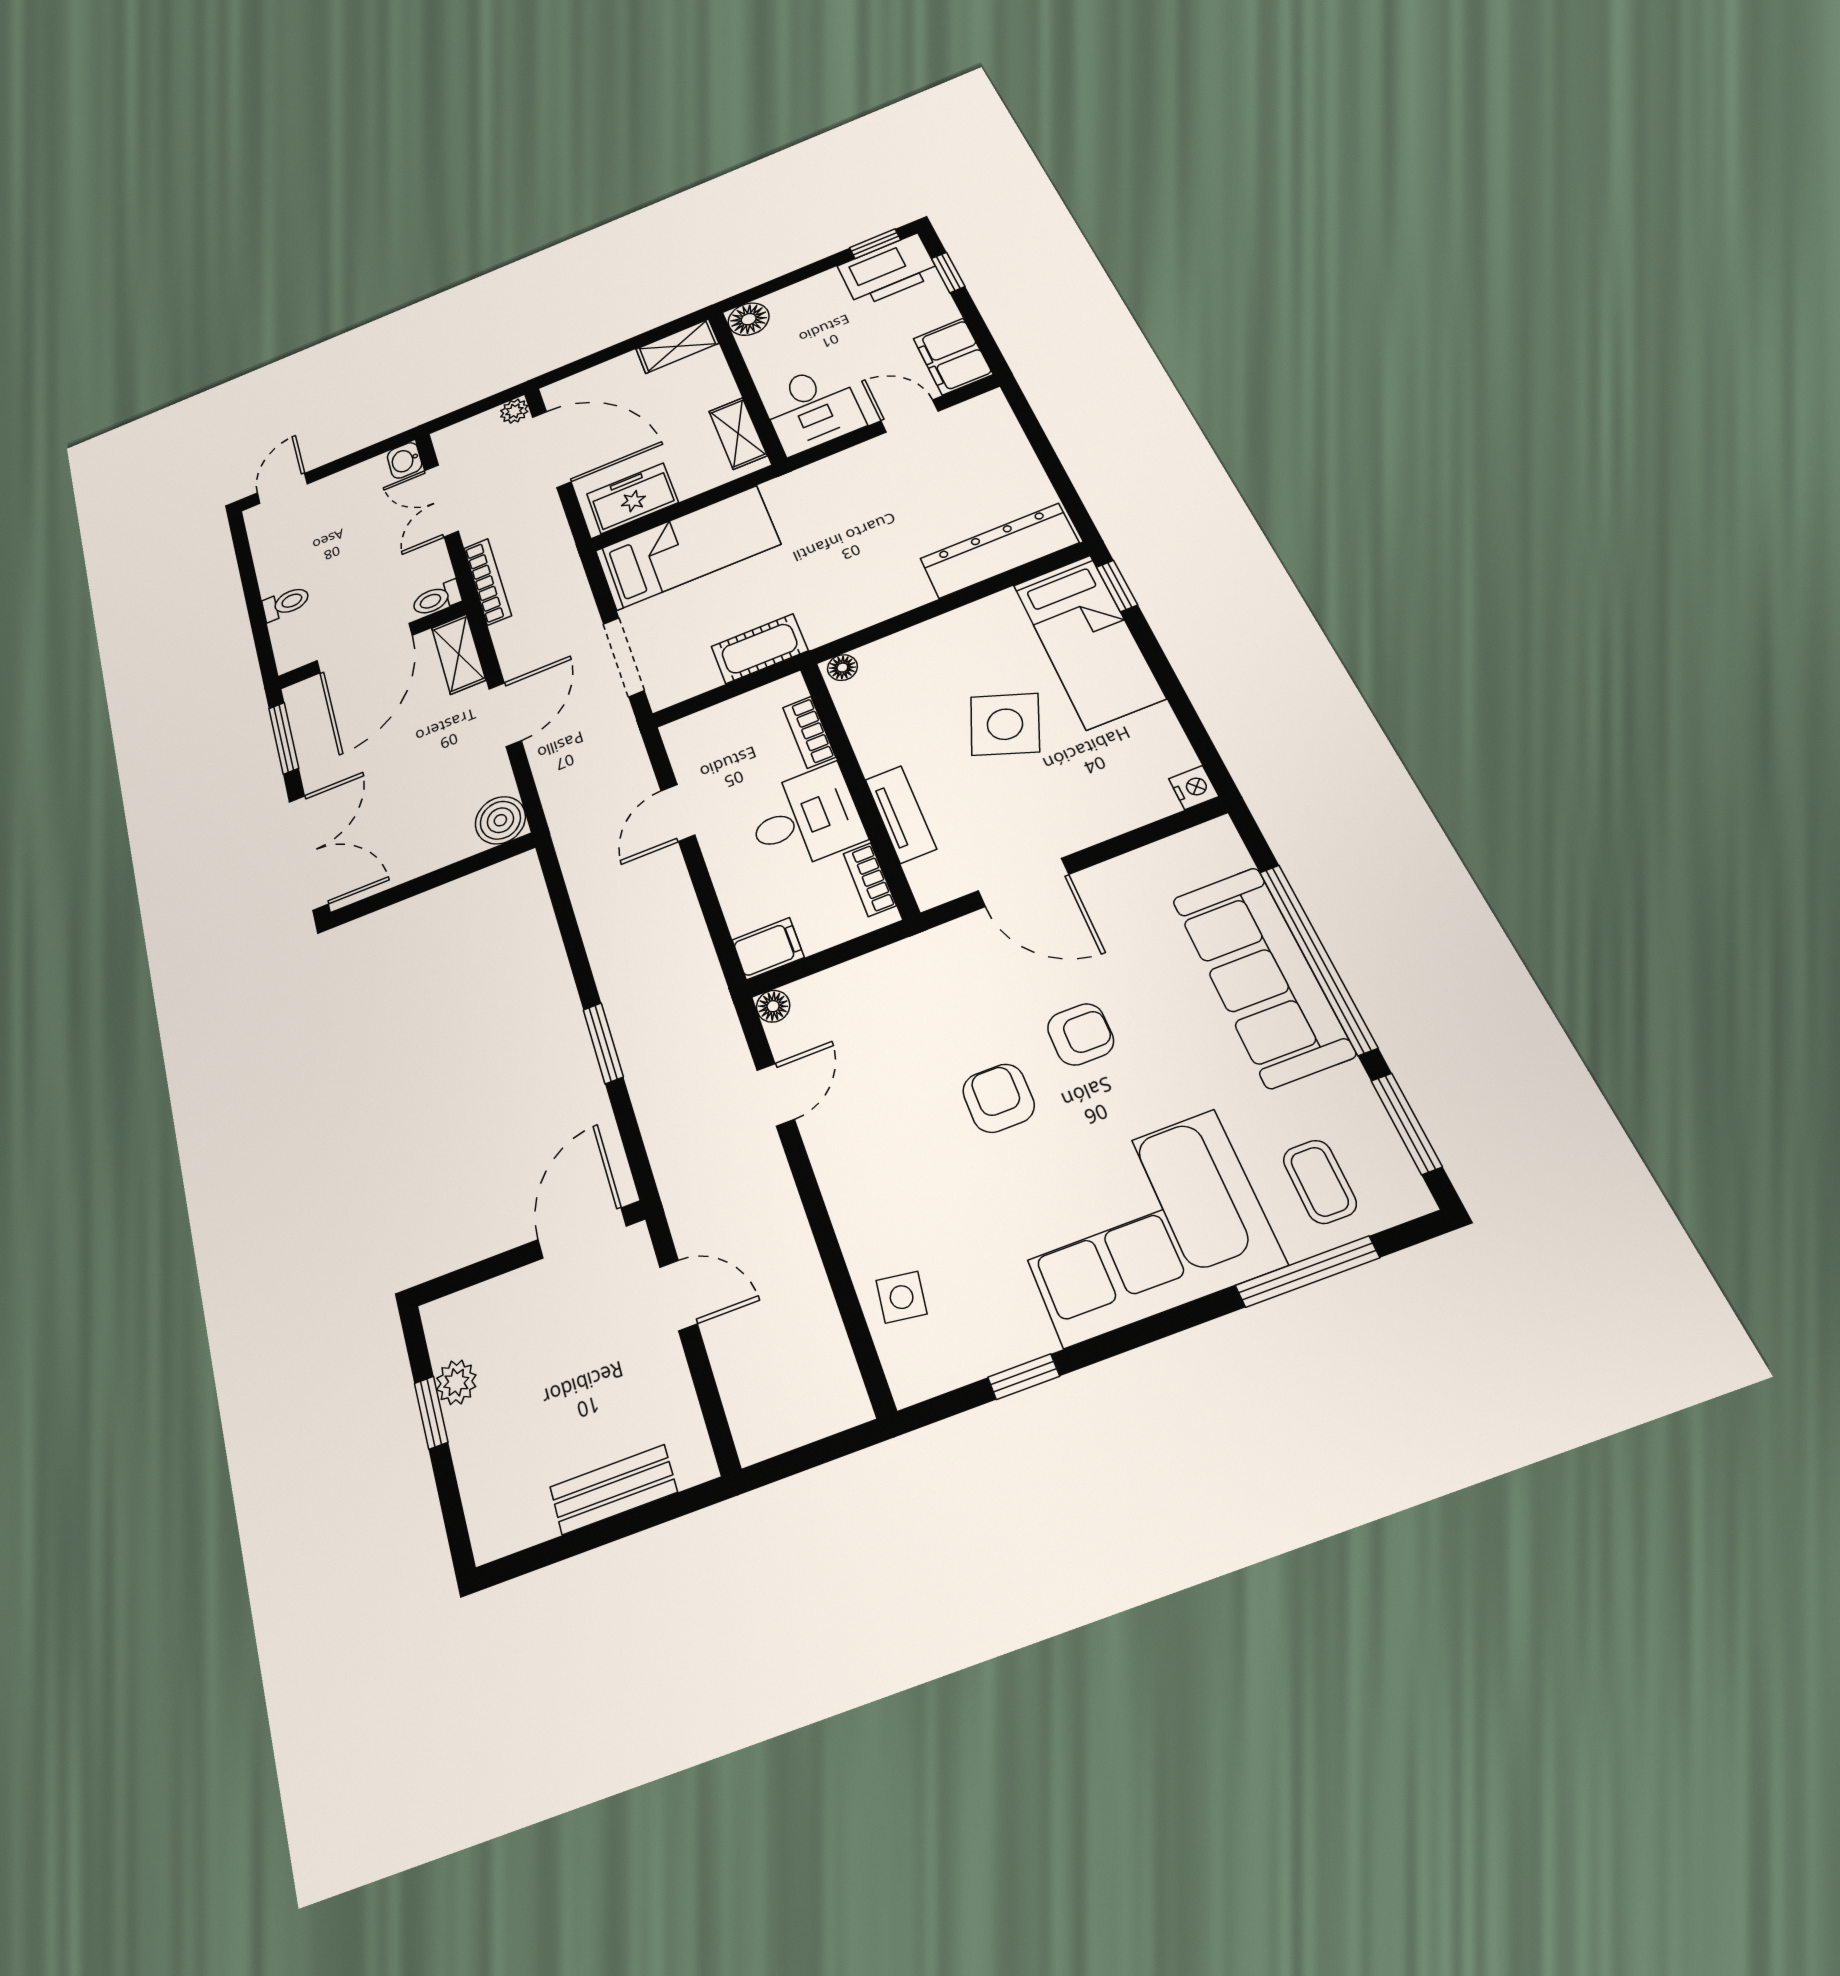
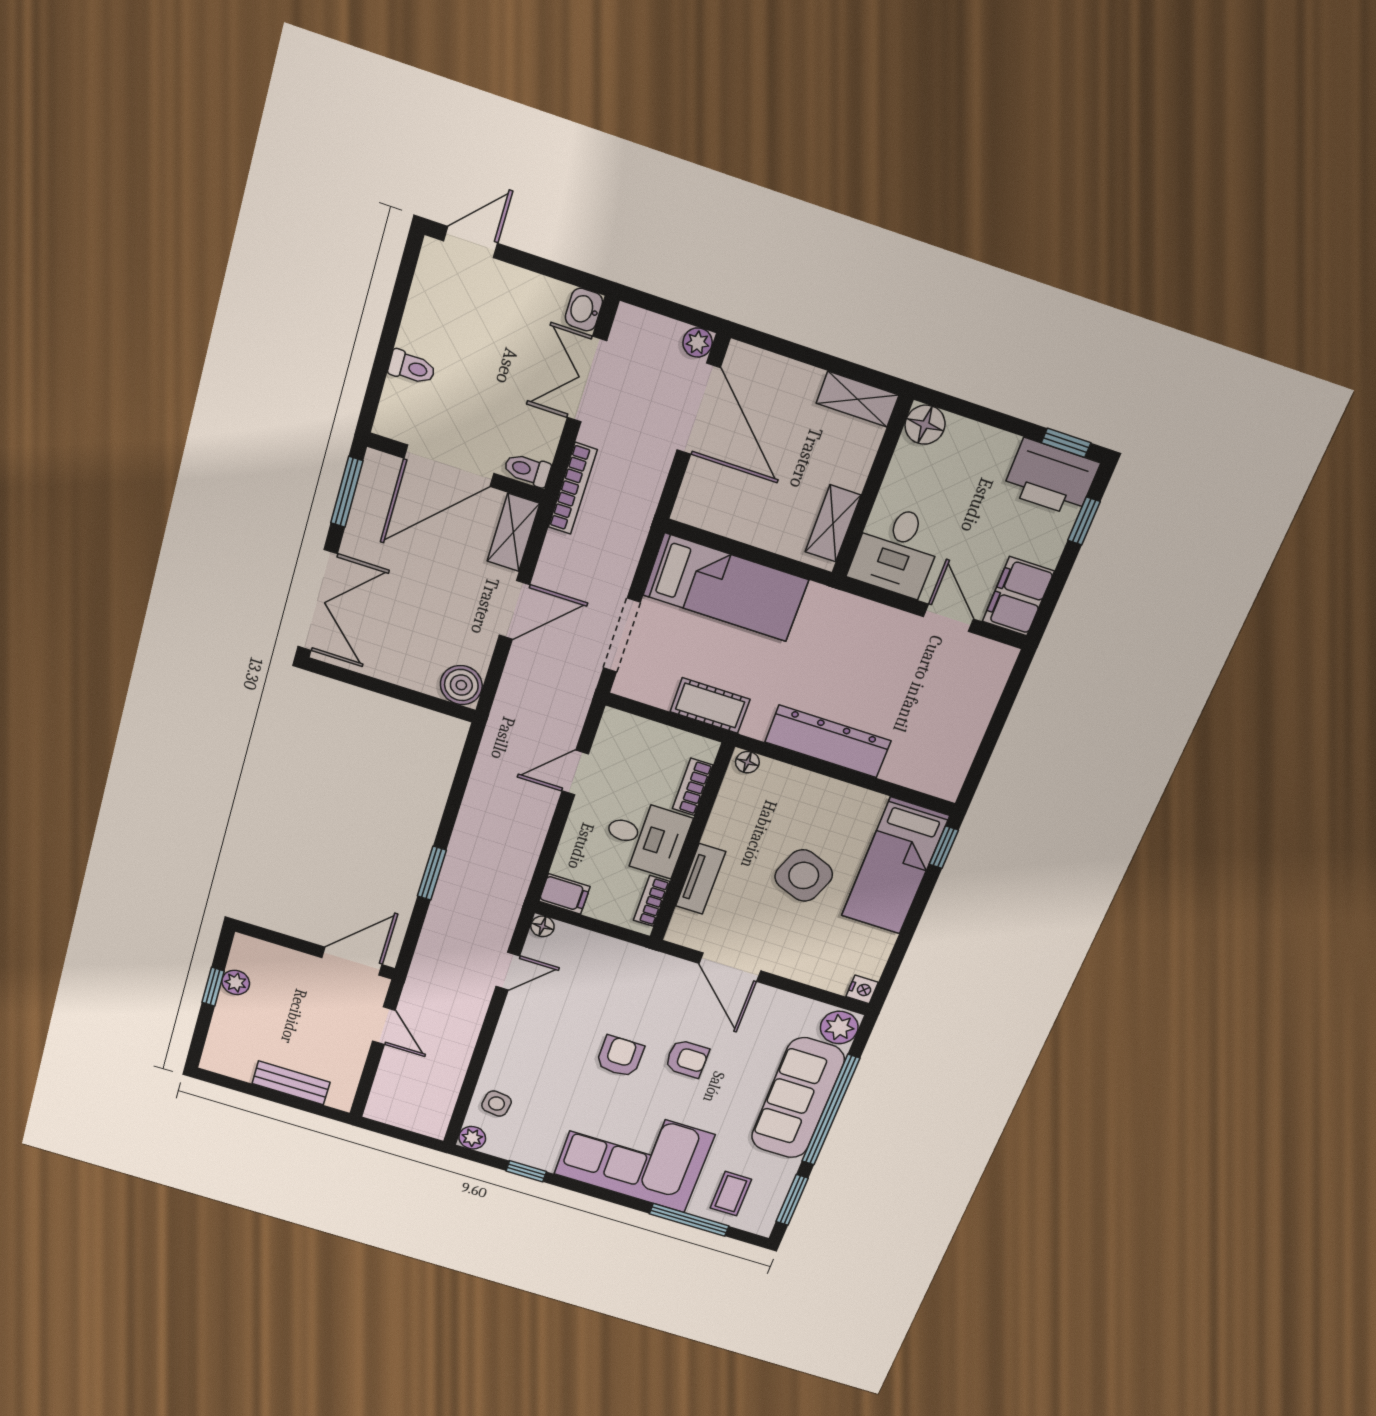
freezer: (632, 498) -> (721, 511), removed
dresser: (999, 551) -> (828, 741), moved
plant: (1216, 850) -> (839, 1027), added
plant: (911, 1380) -> (472, 1138), added

